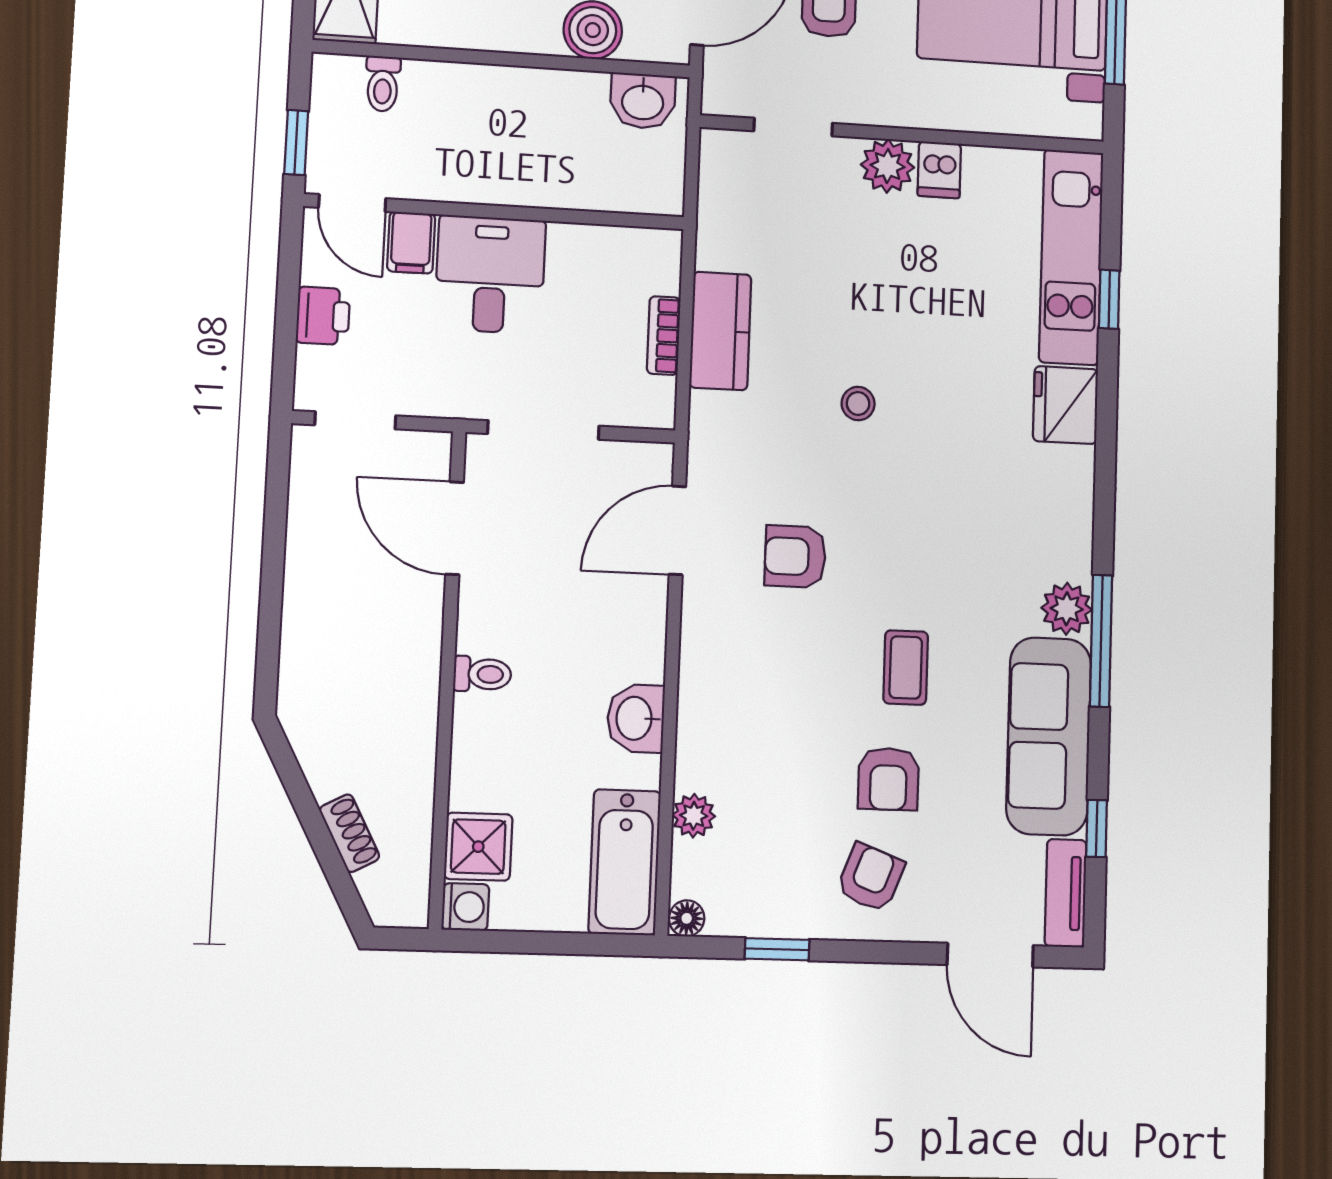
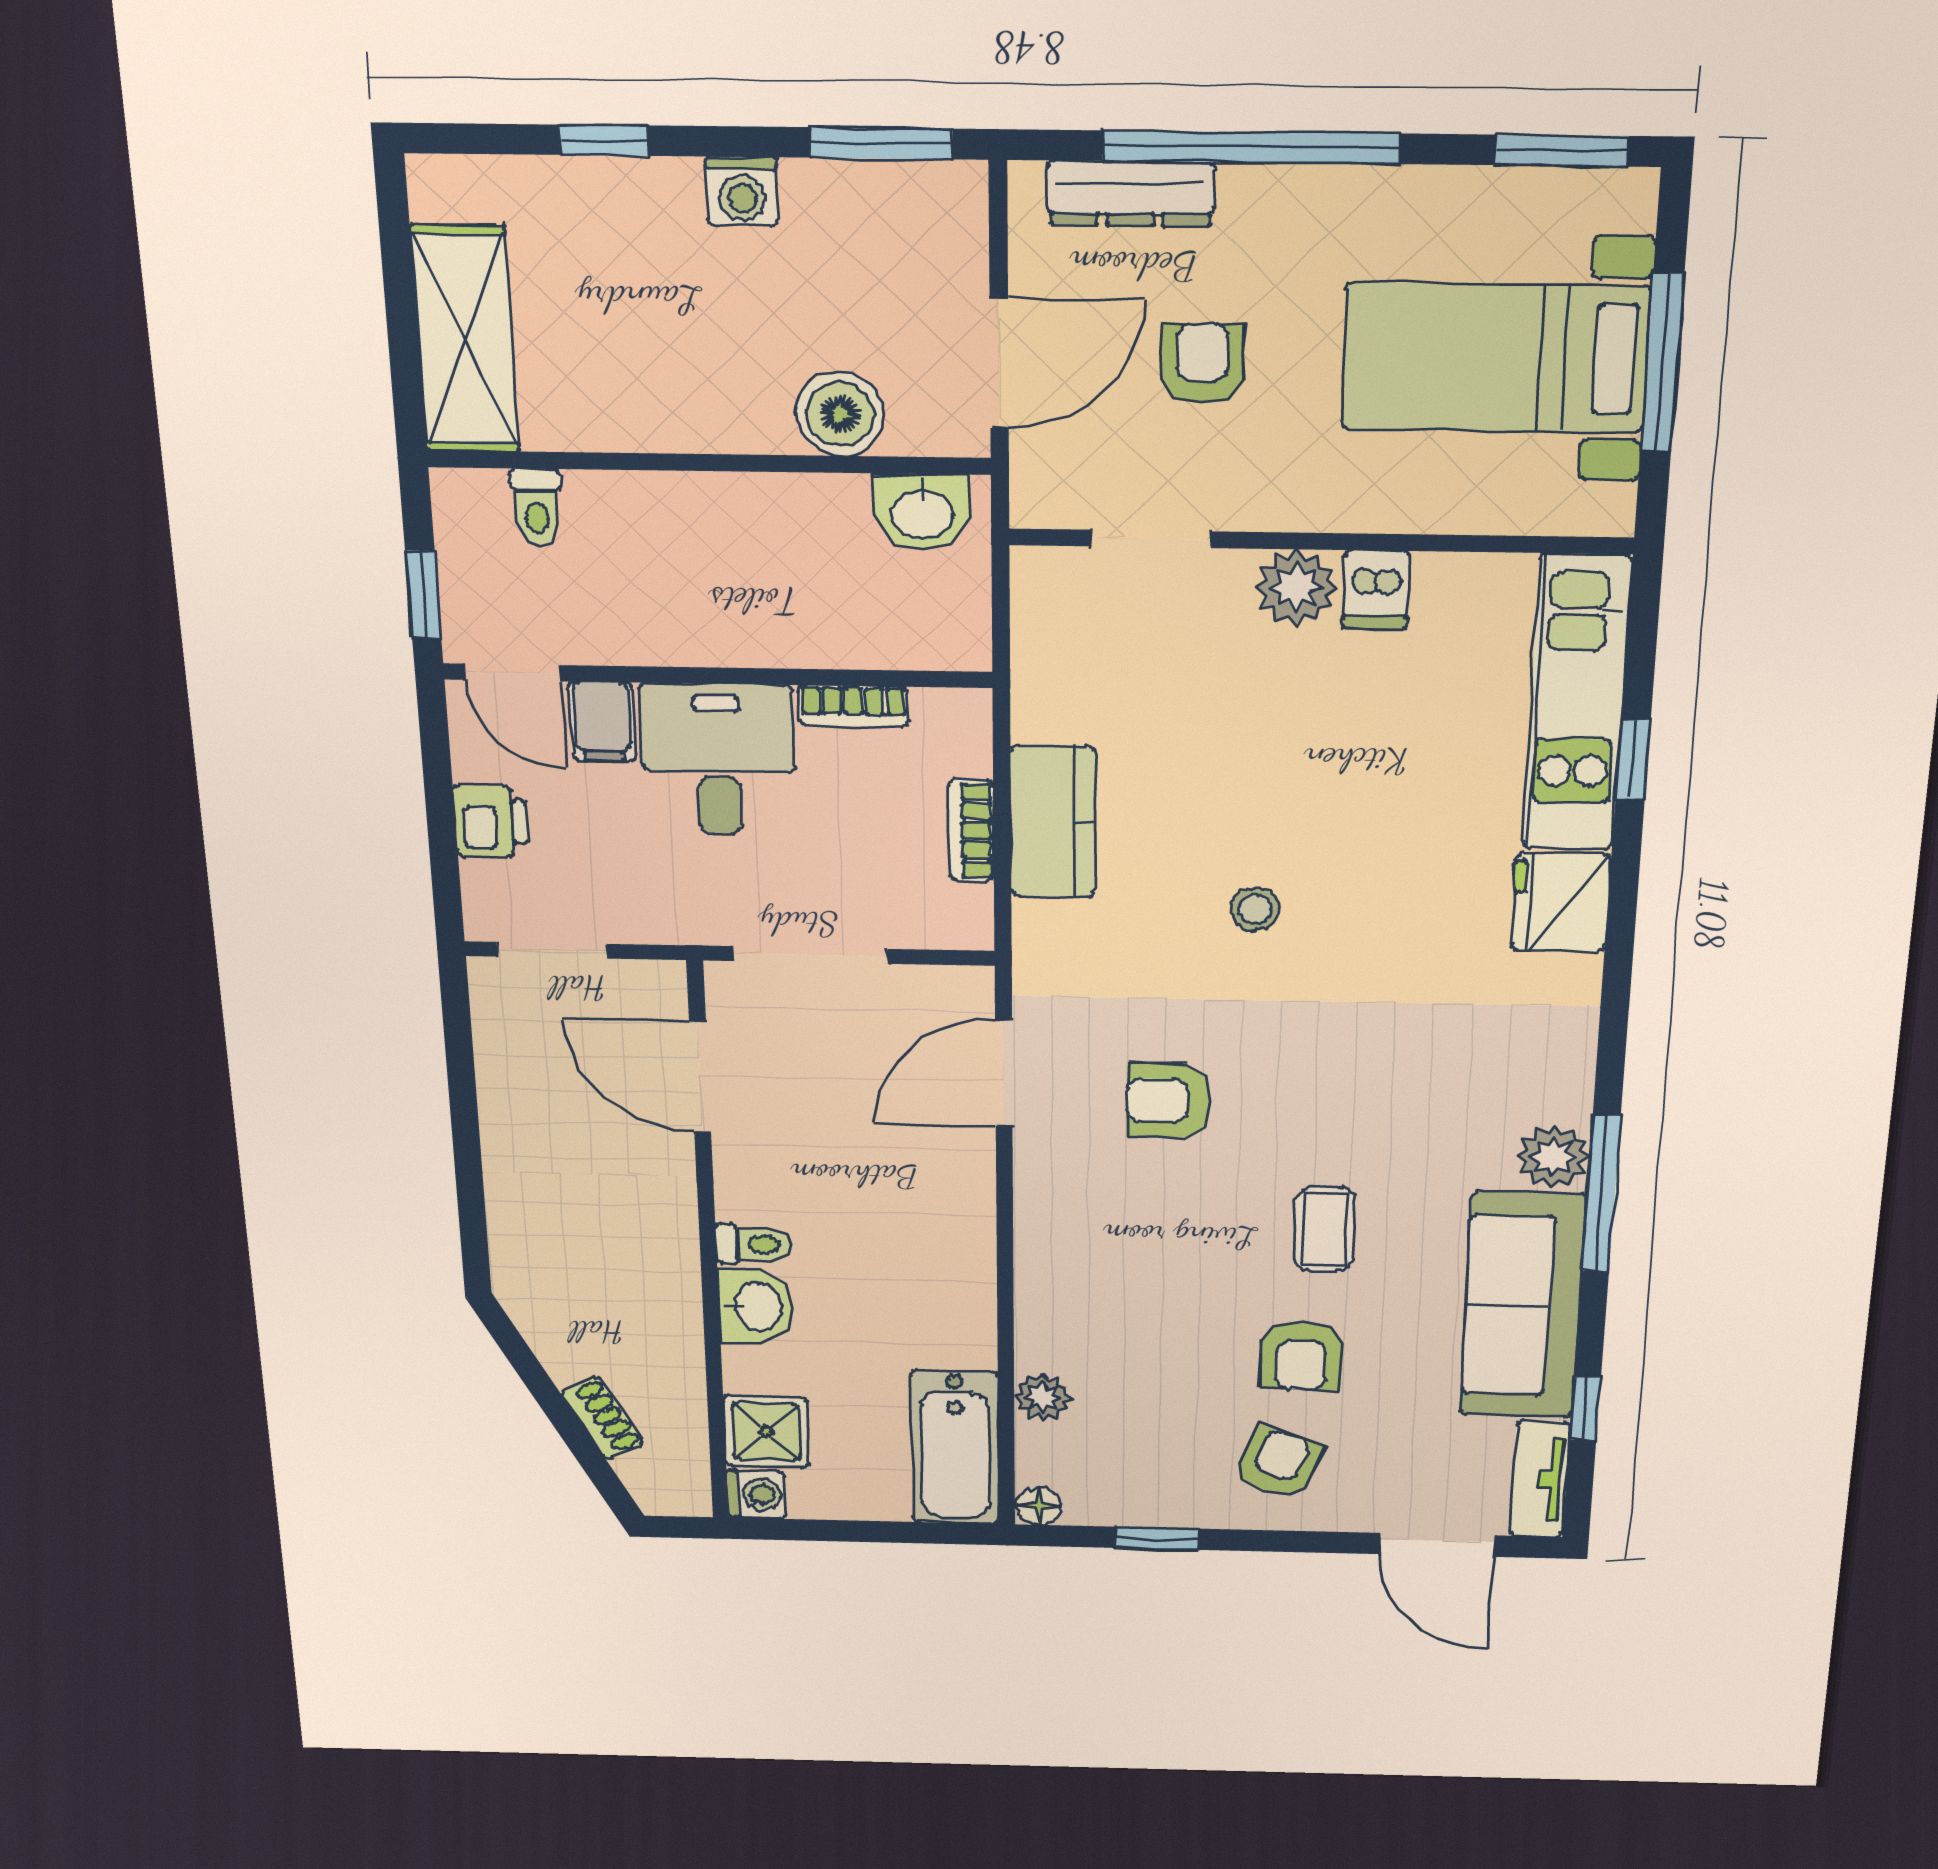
bookcase: (587, 238) -> (853, 706), added
washbasin: (636, 718) -> (756, 1306), moved, turned 180

